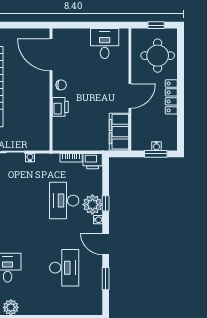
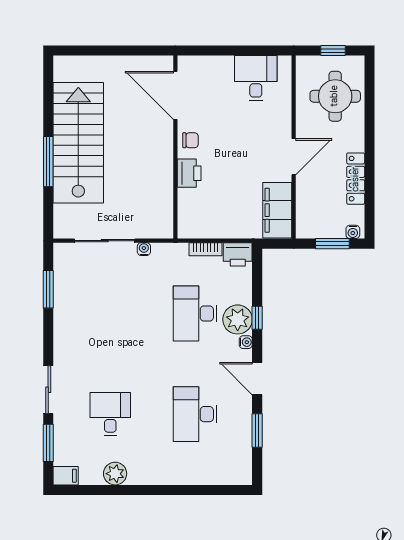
locker: (171, 97) -> (356, 179), moved
water cooler: (156, 146) -> (353, 232), moved
desk: (64, 268) -> (195, 414), turned 180

